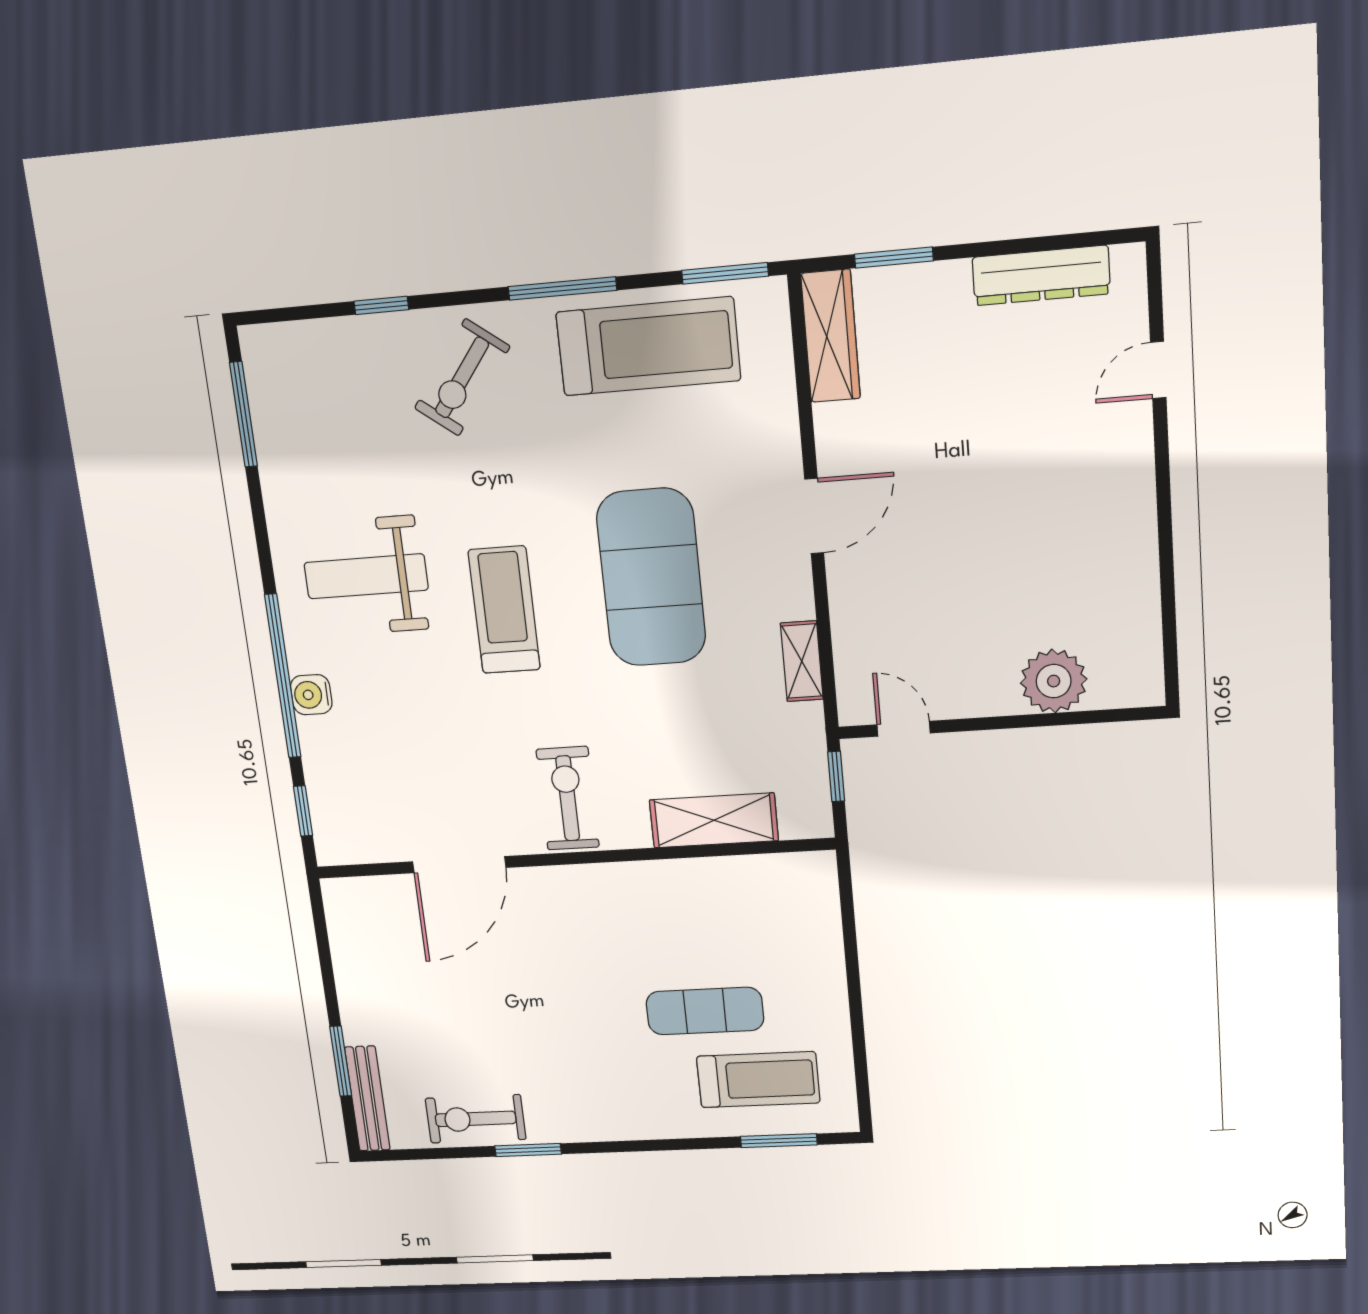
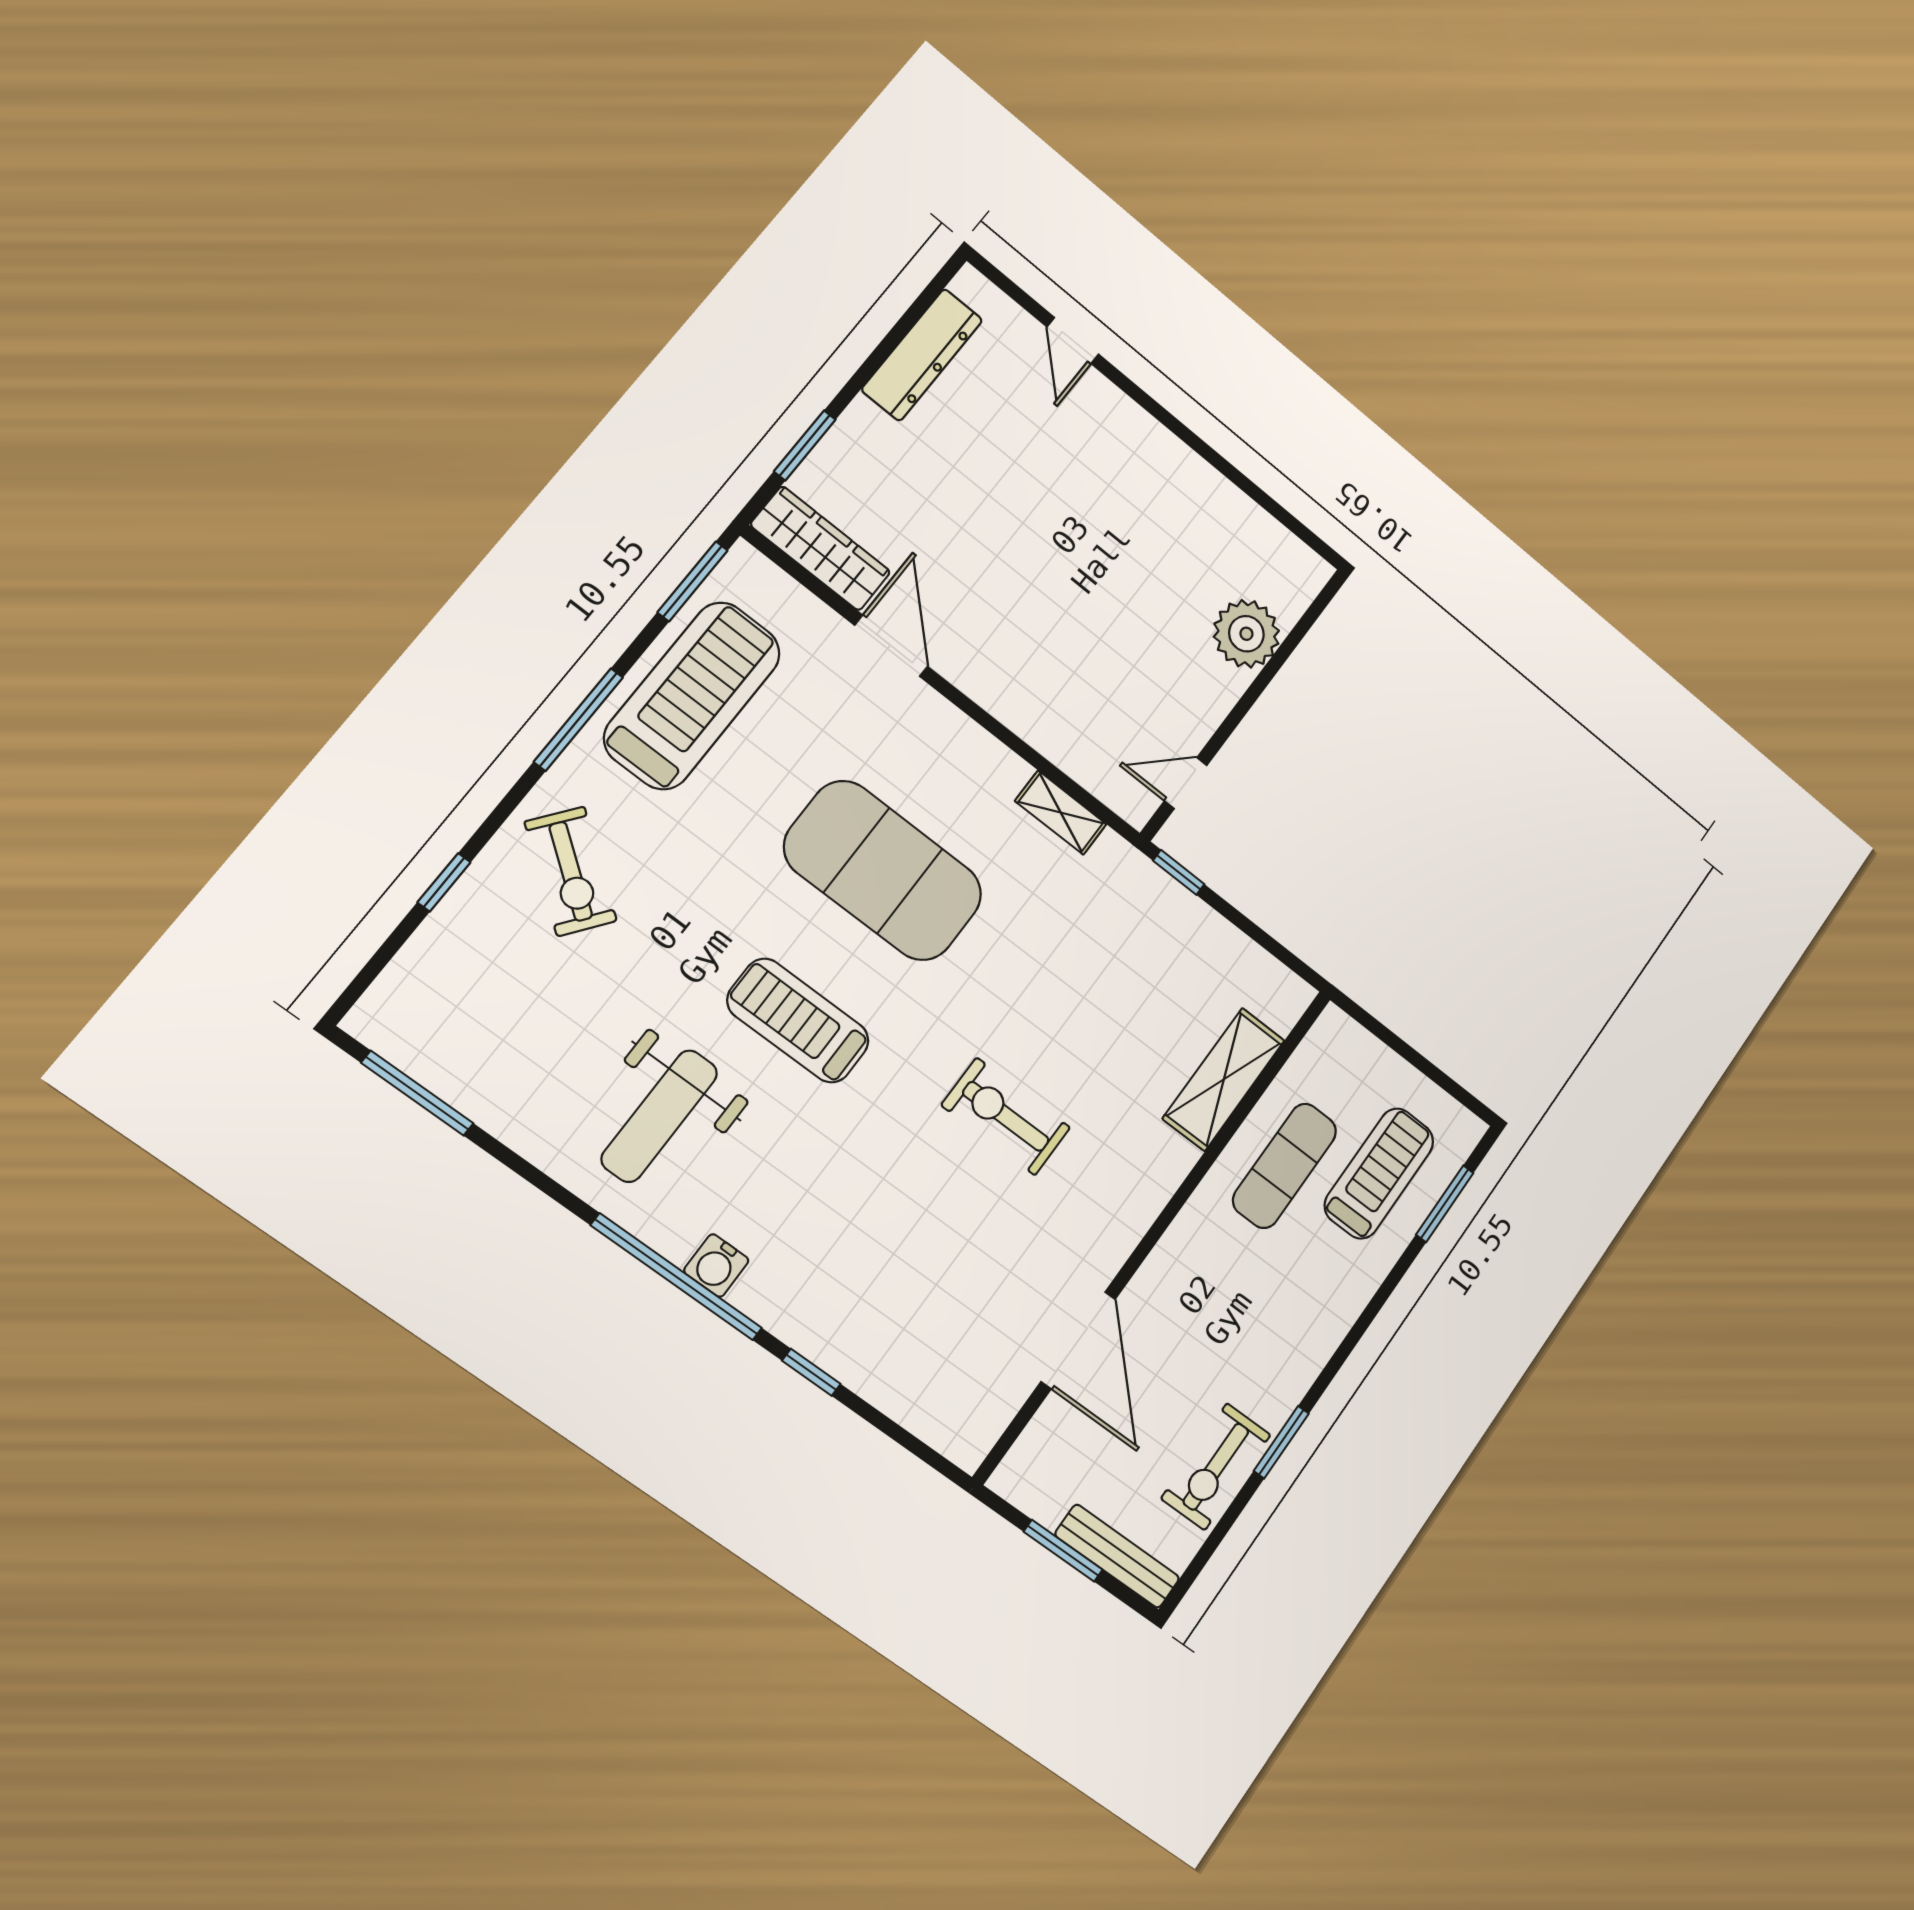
door: (814, 516) -> (891, 646), moved
shelving: (714, 820) -> (1224, 1079), moved
wall: (573, 858) -> (1156, 1232), moved
door: (459, 865) -> (1078, 1340), moved

